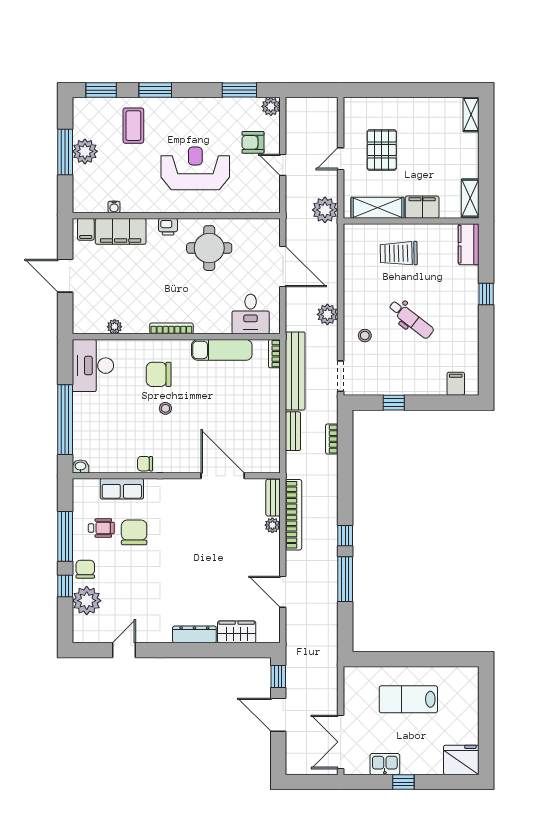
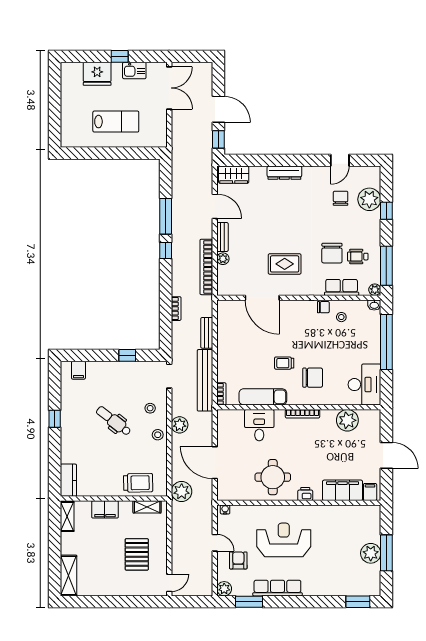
window: (155, 90) -> (315, 602), removed
row of seats: (203, 107) -> (277, 588), added
shelving: (471, 115) -> (68, 576), width x1.50, depth x1.33
coffee table: (133, 126) -> (333, 574), removed
armchair: (253, 142) -> (238, 560), turned -90
door: (341, 159) -> (169, 583), moved
reception desk: (195, 168) -> (284, 540), turned 180
water cooler: (114, 207) -> (225, 510), moved
shelving: (378, 208) -> (147, 507), width x0.67, depth x0.75
plant: (325, 210) -> (182, 492), moved
trolley: (399, 253) -> (138, 483), moved
window: (486, 294) -> (55, 419), moved
stool: (355, 302) -> (158, 435), added
desk: (251, 314) -> (259, 425), moved
plant: (115, 327) -> (347, 420), width x1.88, depth x1.88
trolley: (195, 393) -> (284, 363), added
stool: (165, 408) -> (341, 317), moved
bookcase: (332, 439) -> (176, 309), moved
plant: (80, 486) -> (375, 290), added
bench: (273, 498) -> (222, 237), moved
rug: (194, 519) -> (285, 264), added
window: (65, 536) -> (386, 266), moved
chair: (85, 569) -> (341, 198), moved, turned 180
wardrobe: (237, 632) -> (234, 175), moved
fridge: (461, 760) -> (97, 74), moved

